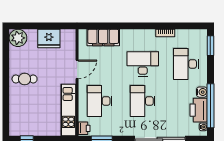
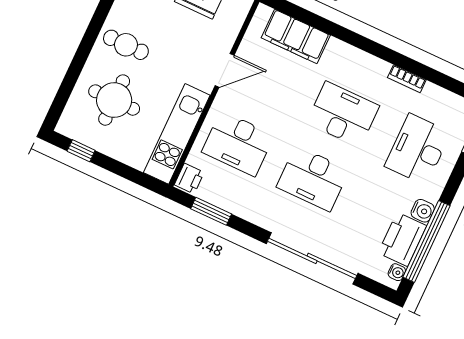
desk: (100, 101) -> (238, 143), turned -90
desk: (143, 101) -> (313, 178), turned -90
round table: (31, 108) -> (114, 100), added

